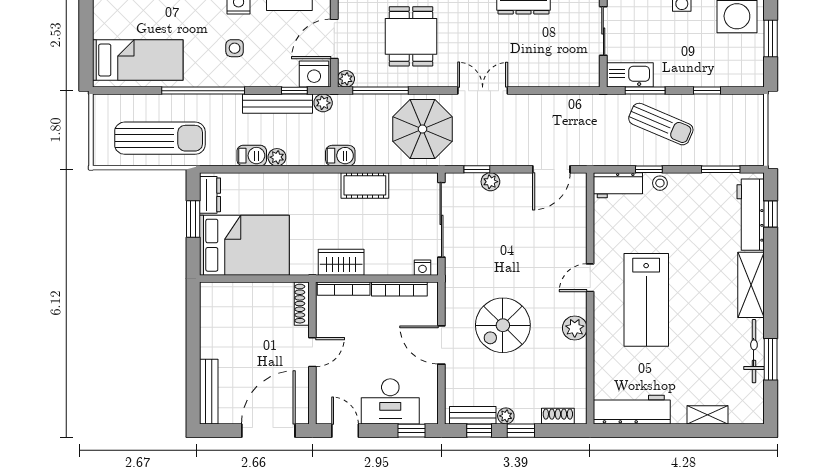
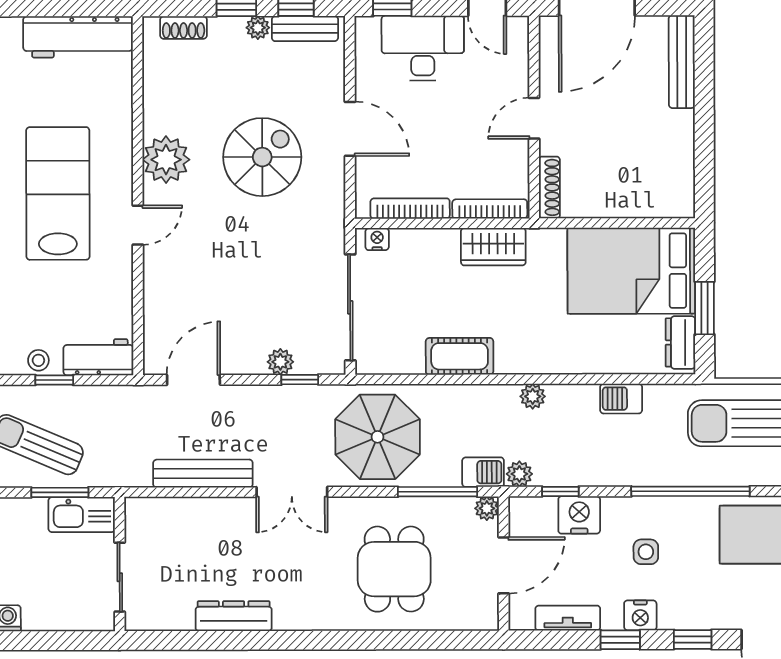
nightstand: (314, 74) -> (579, 515), moved
bench: (277, 104) -> (203, 474), moved
barbecue: (340, 156) -> (483, 472), moved, turned 180
plant: (277, 157) -> (533, 396), moved
plant: (575, 328) -> (166, 160), width x1.36, depth x1.36

